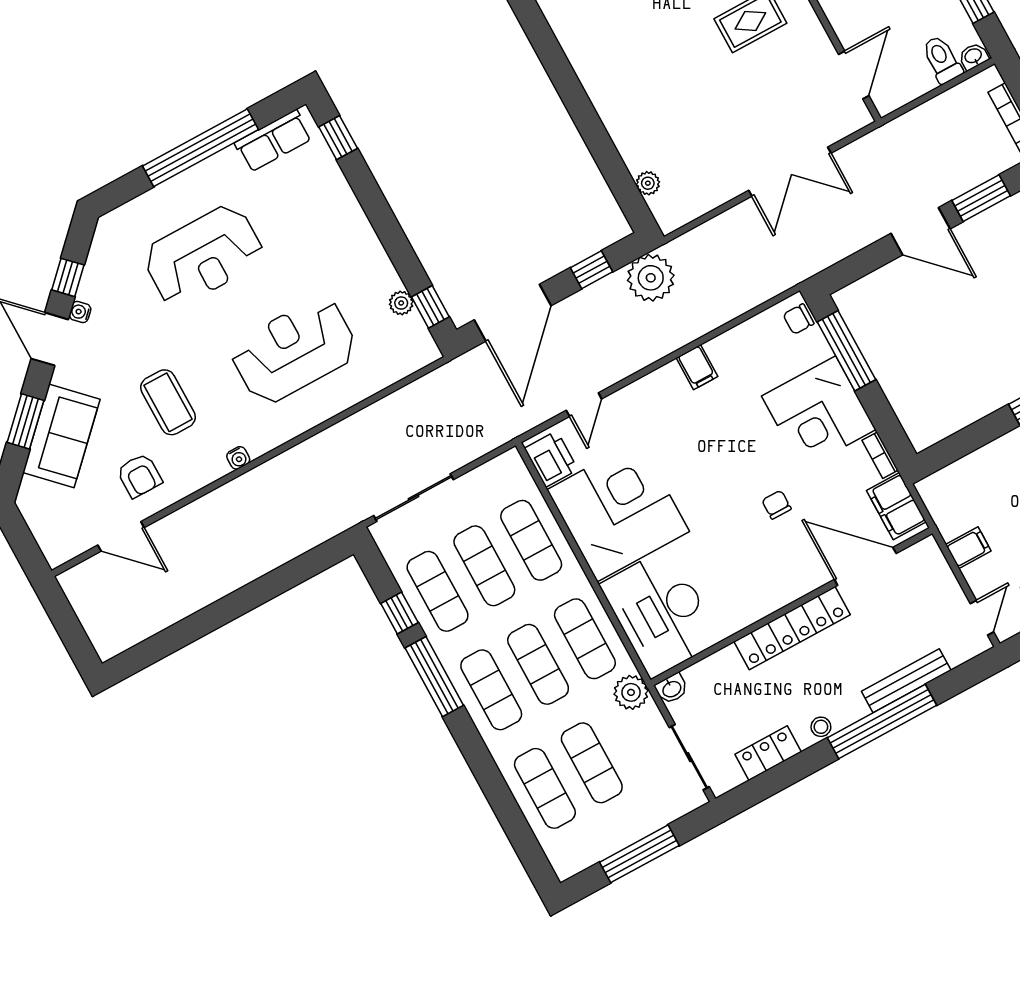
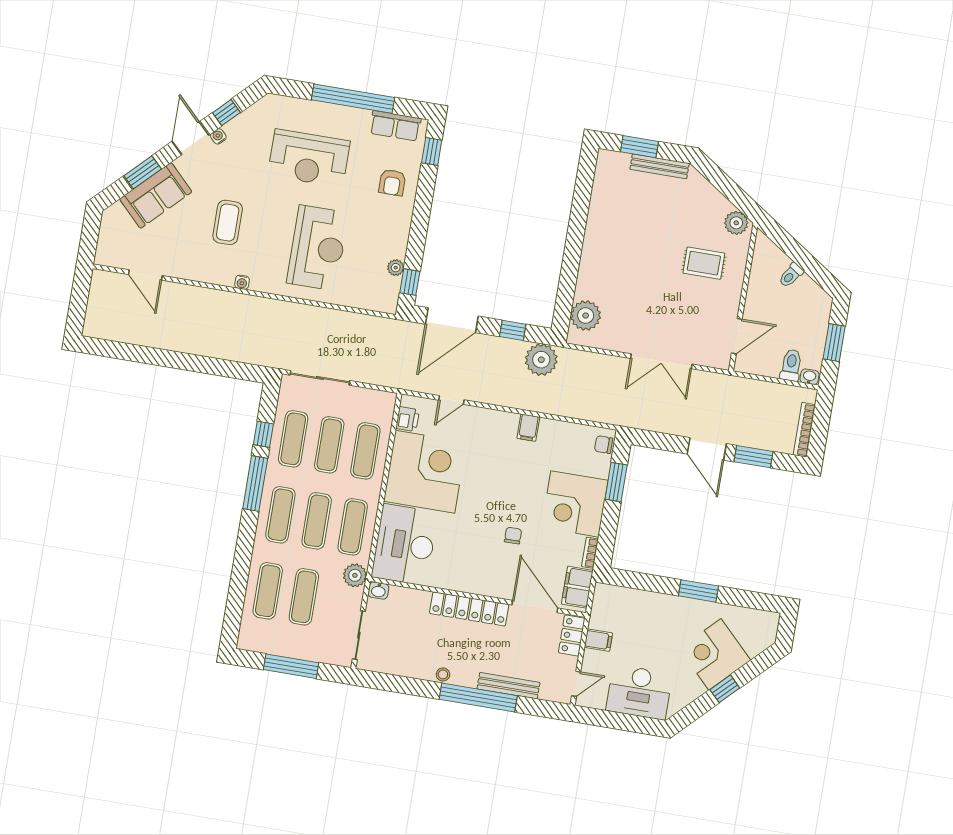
plant: (648, 183) -> (586, 316), width x1.88, depth x1.88
reception desk: (294, 350) -> (318, 248), turned 90
window: (846, 351) -> (616, 482), width x0.69
printer: (551, 459) -> (408, 419), width x0.73, depth x0.81
armchair: (139, 476) -> (392, 183), moved
locker: (768, 753) -> (572, 636), moved, turned -90

